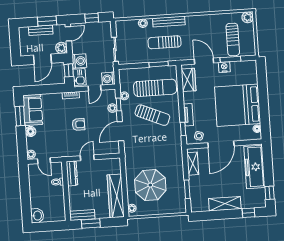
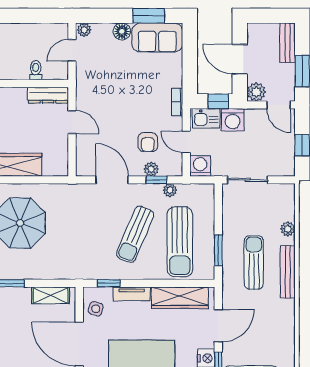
bench: (41, 30) -> (287, 43), moved
wardrobe: (188, 80) -> (180, 298), width x1.50
armchair: (79, 124) -> (148, 142), moved

